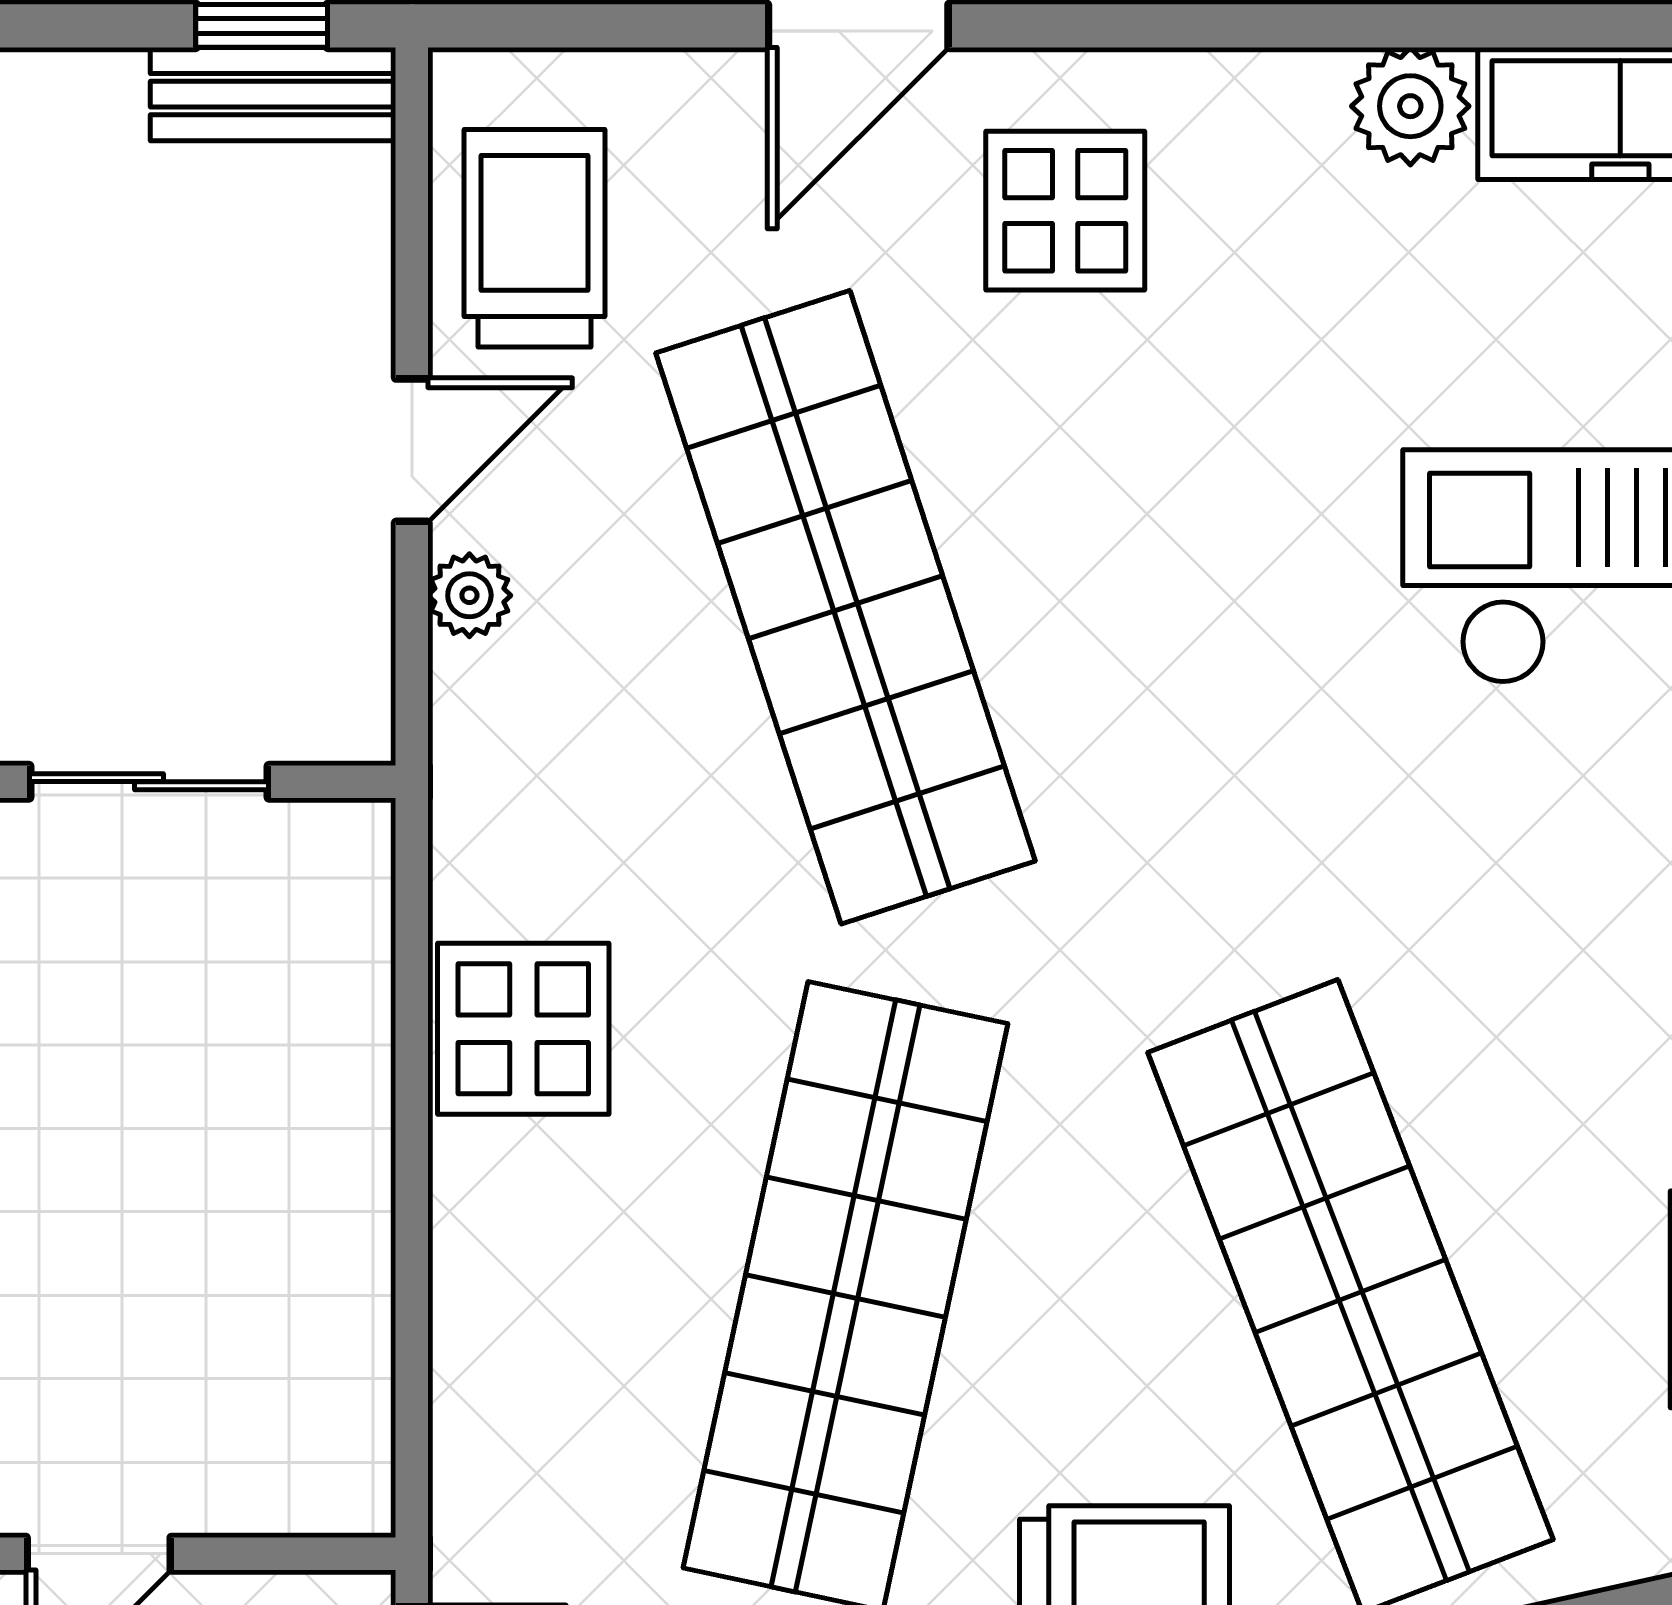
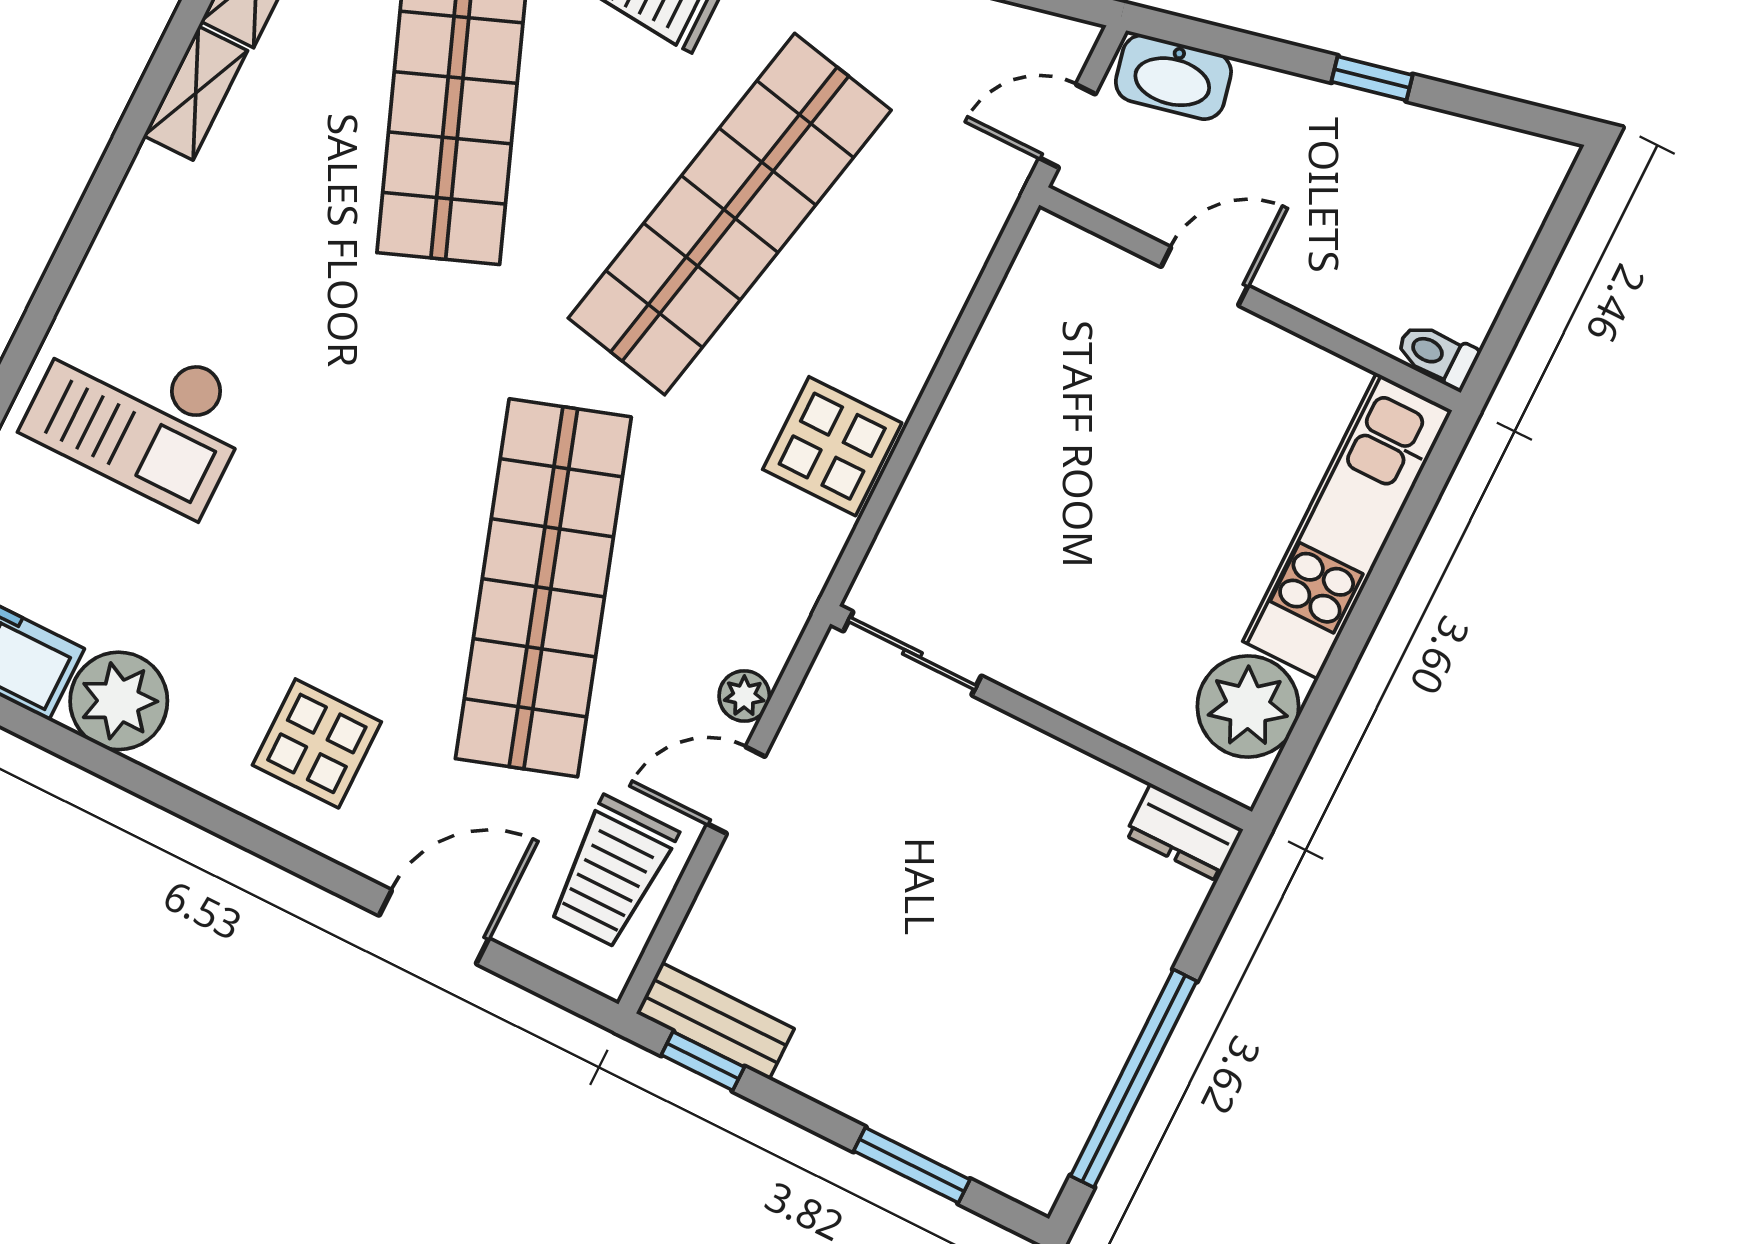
door: (858, 26) -> (434, 927), moved
plant: (1410, 106) -> (119, 701), width x1.36, depth x1.36
sliding door: (149, 782) -> (912, 653), moved

